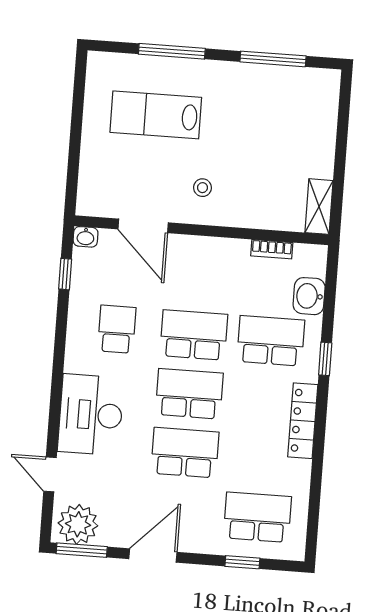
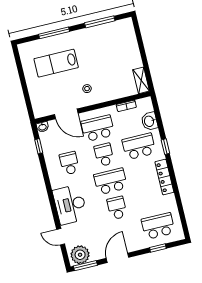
school desk: (198, 276) -> (98, 128), added
school desk: (194, 335) -> (104, 155), width x0.54
school desk: (185, 453) -> (117, 208), width x0.54

